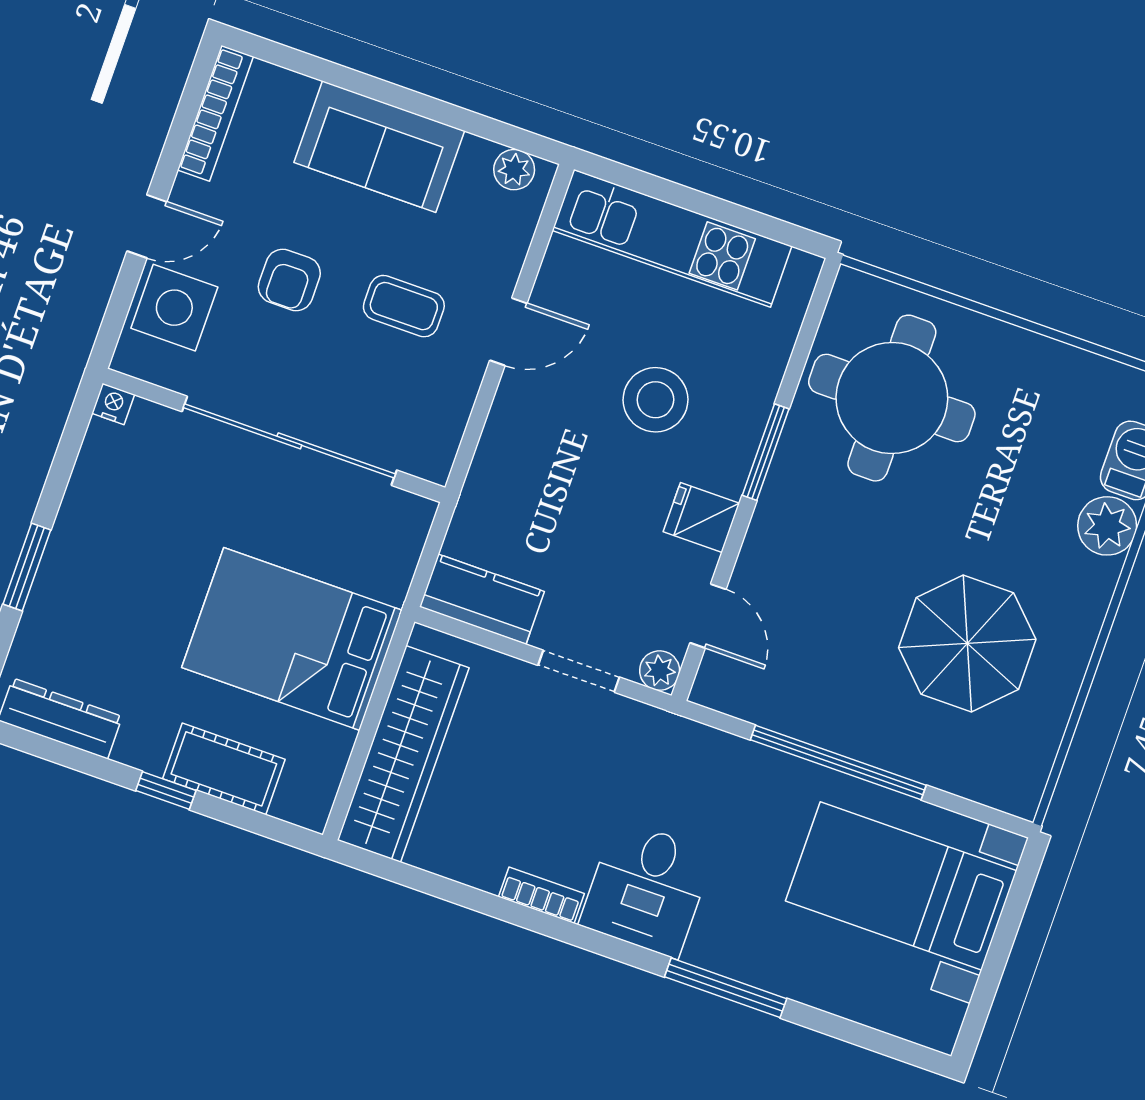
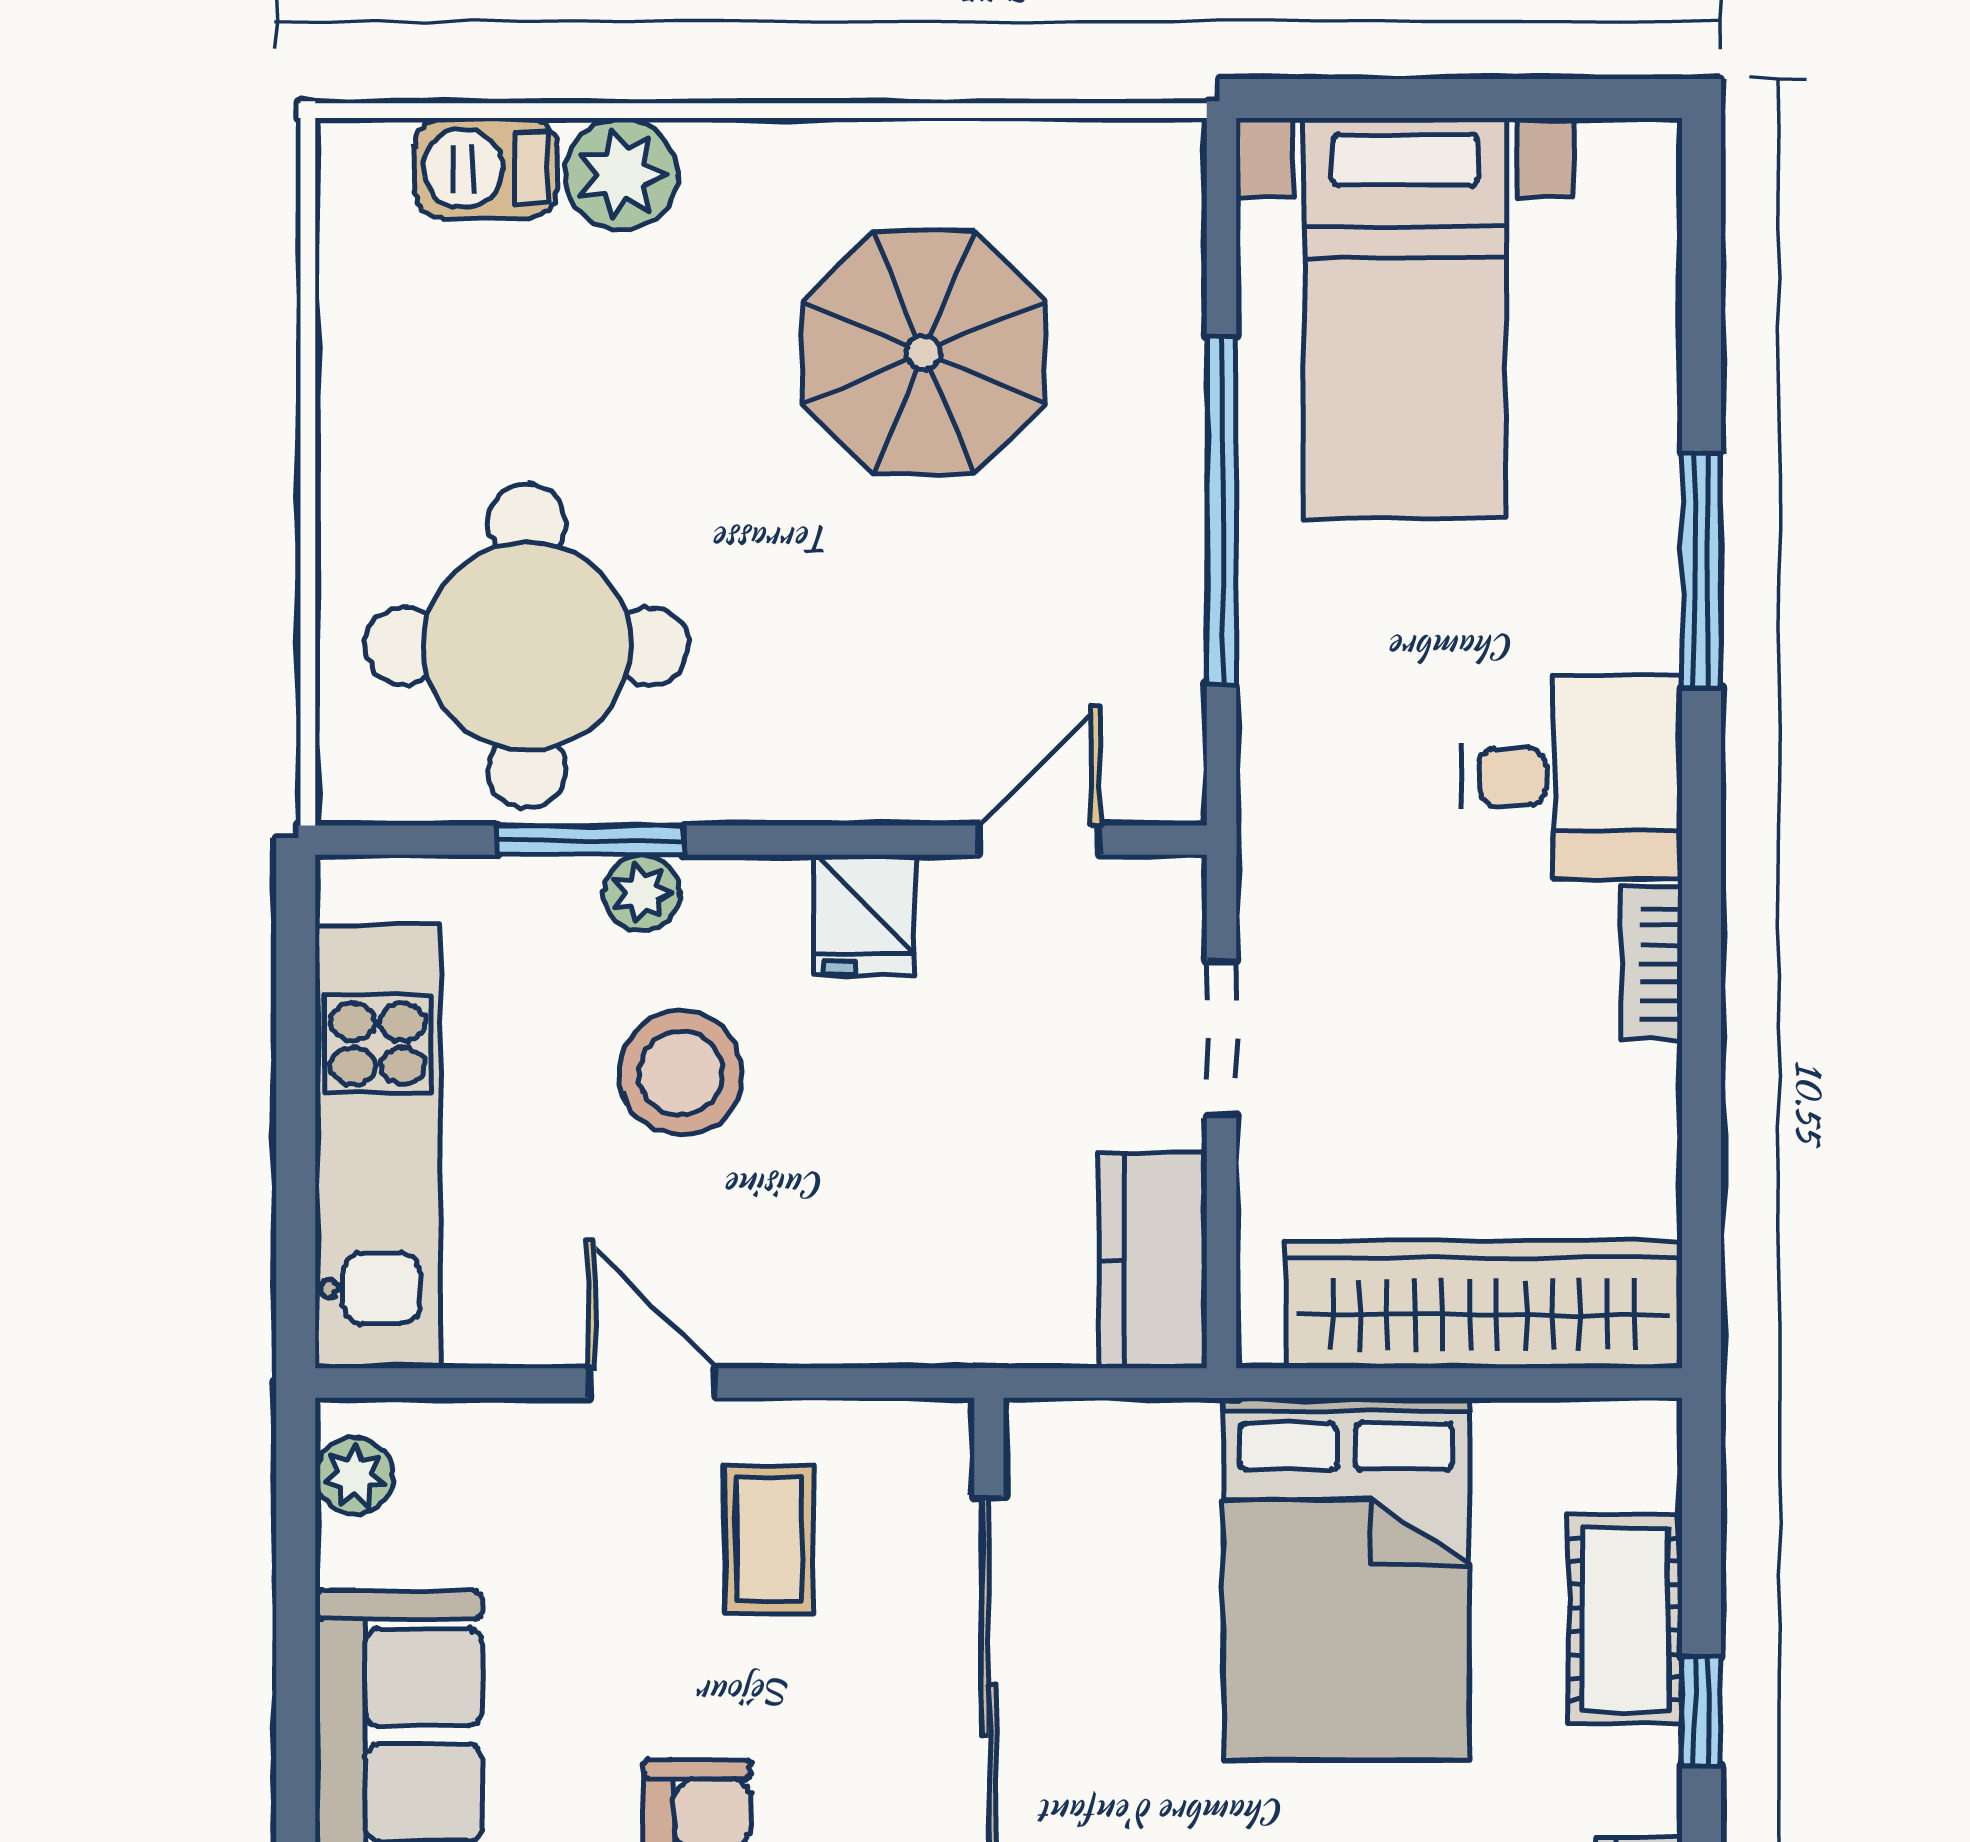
coffee table: (404, 306) -> (769, 1540), moved
window: (766, 452) -> (591, 840), moved
plant: (660, 671) -> (642, 893), moved

